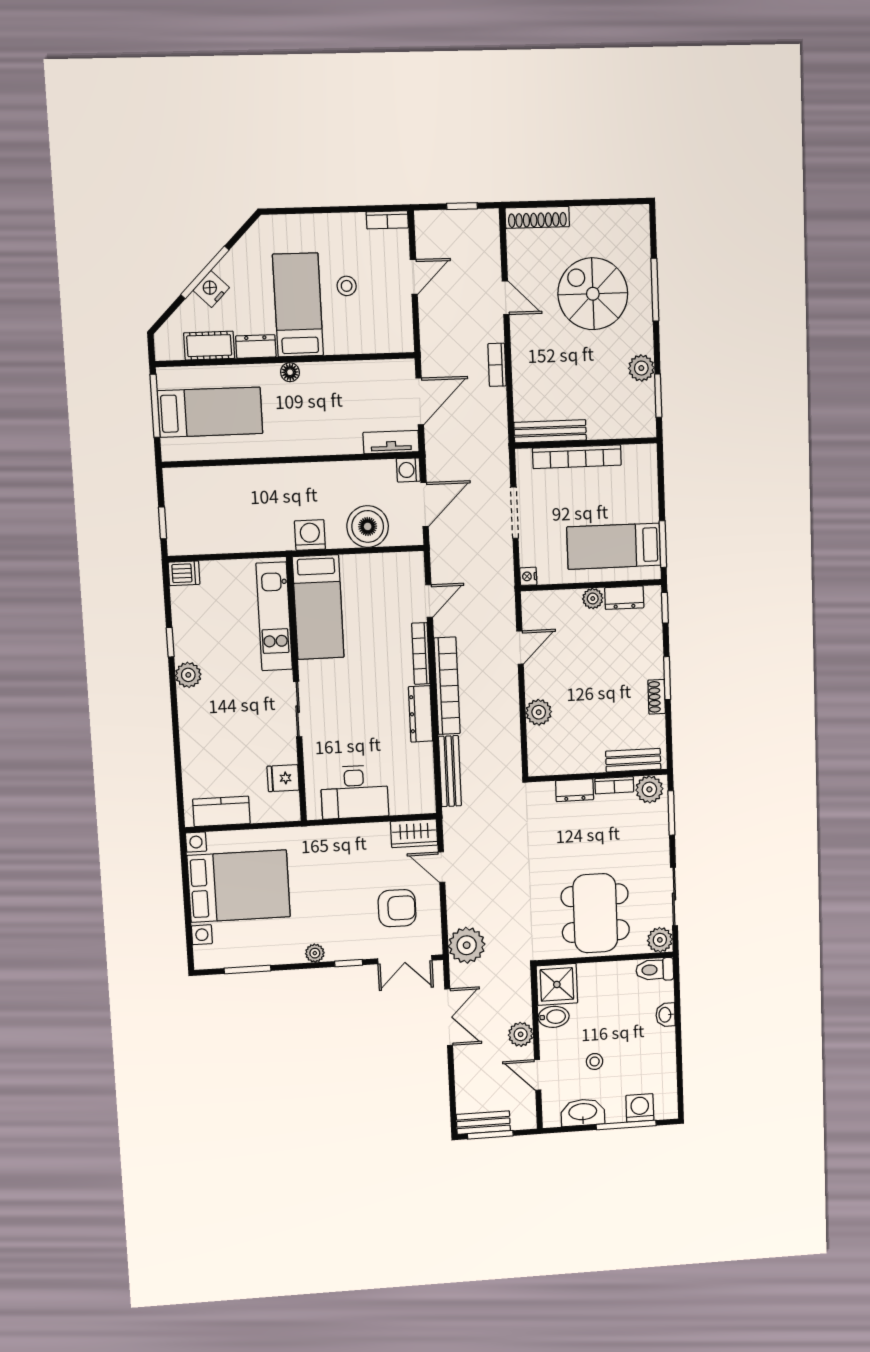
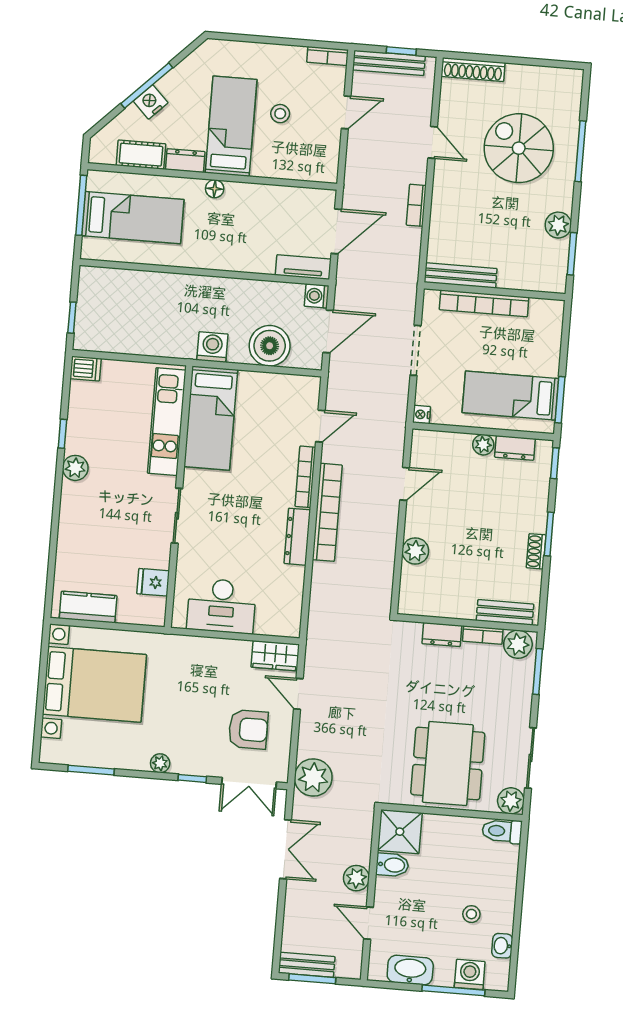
bench: (450, 771) -> (389, 63), moved, turned 90
washbasin: (665, 1015) -> (502, 946), moved
stool: (595, 1061) -> (471, 914), moved

